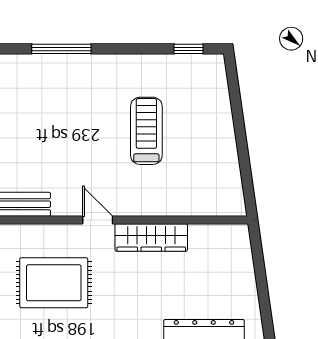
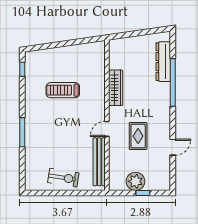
door: (98, 220) -> (107, 129), moved
rug: (54, 283) -> (138, 136), width x0.73, depth x0.70

